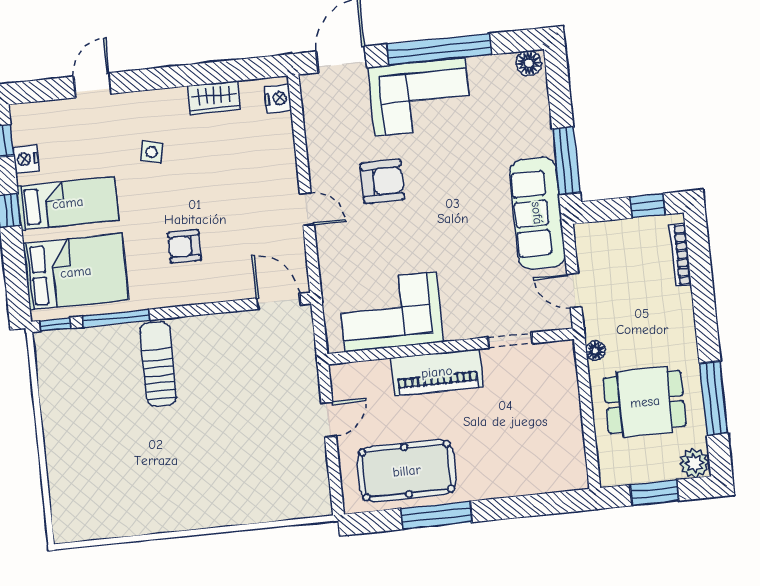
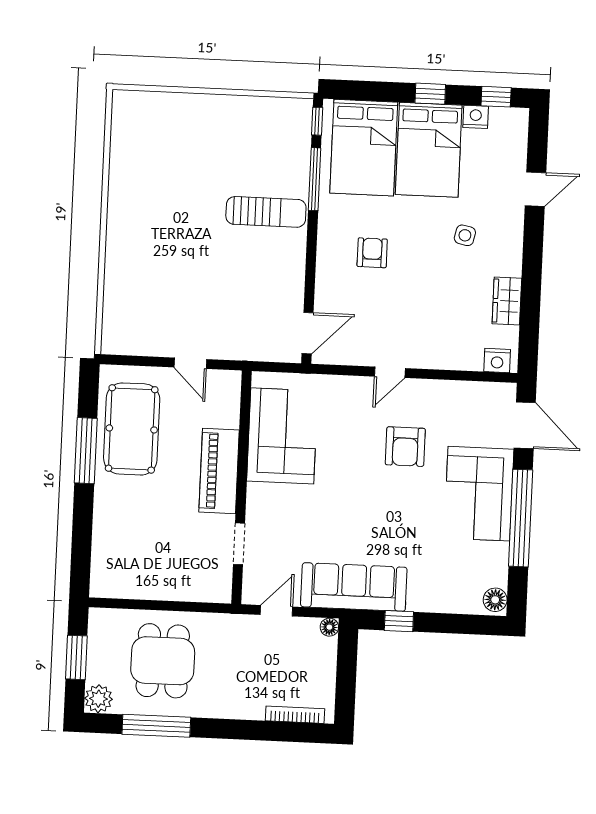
door: (92, 85) -> (536, 189), hinge flipped
window: (566, 161) -> (399, 621), width x0.46
bed: (68, 203) -> (429, 150), width x1.50
window: (648, 206) -> (345, 691), removed
floor lamp: (595, 351) -> (329, 627), moved

